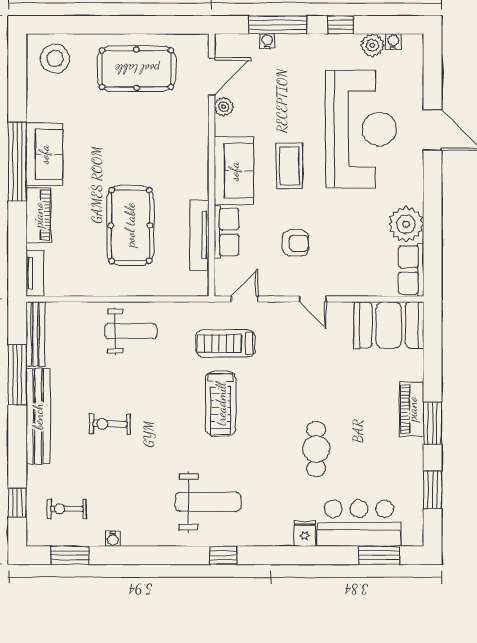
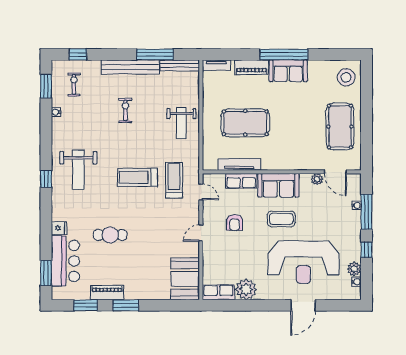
piano: (412, 409) -> (107, 293), moved

